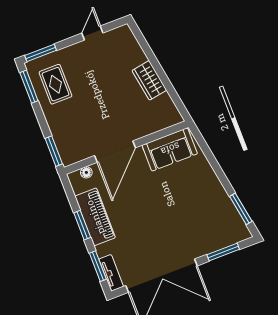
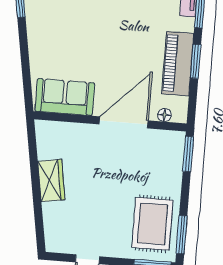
rug: (55, 84) -> (152, 224), width x1.36, depth x1.43

